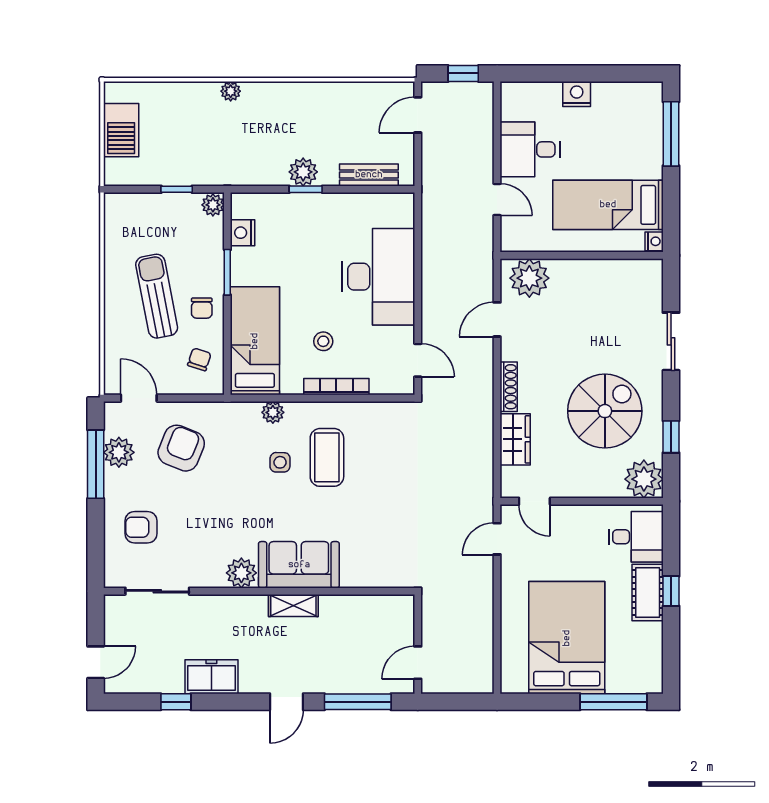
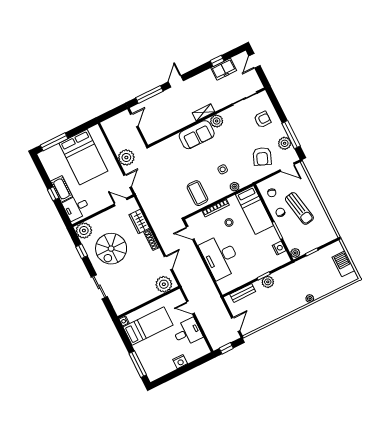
coffee table: (327, 457) -> (197, 193), moved
plant: (475, 591) -> (126, 157), added
shelving: (293, 605) -> (204, 112), moved
freezer: (211, 677) -> (224, 69), moved

